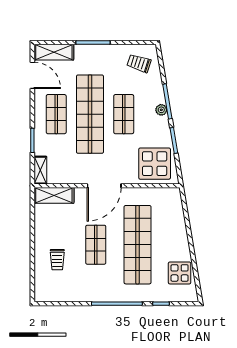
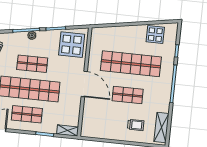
shelving: (54, 195) -> (161, 127), moved

